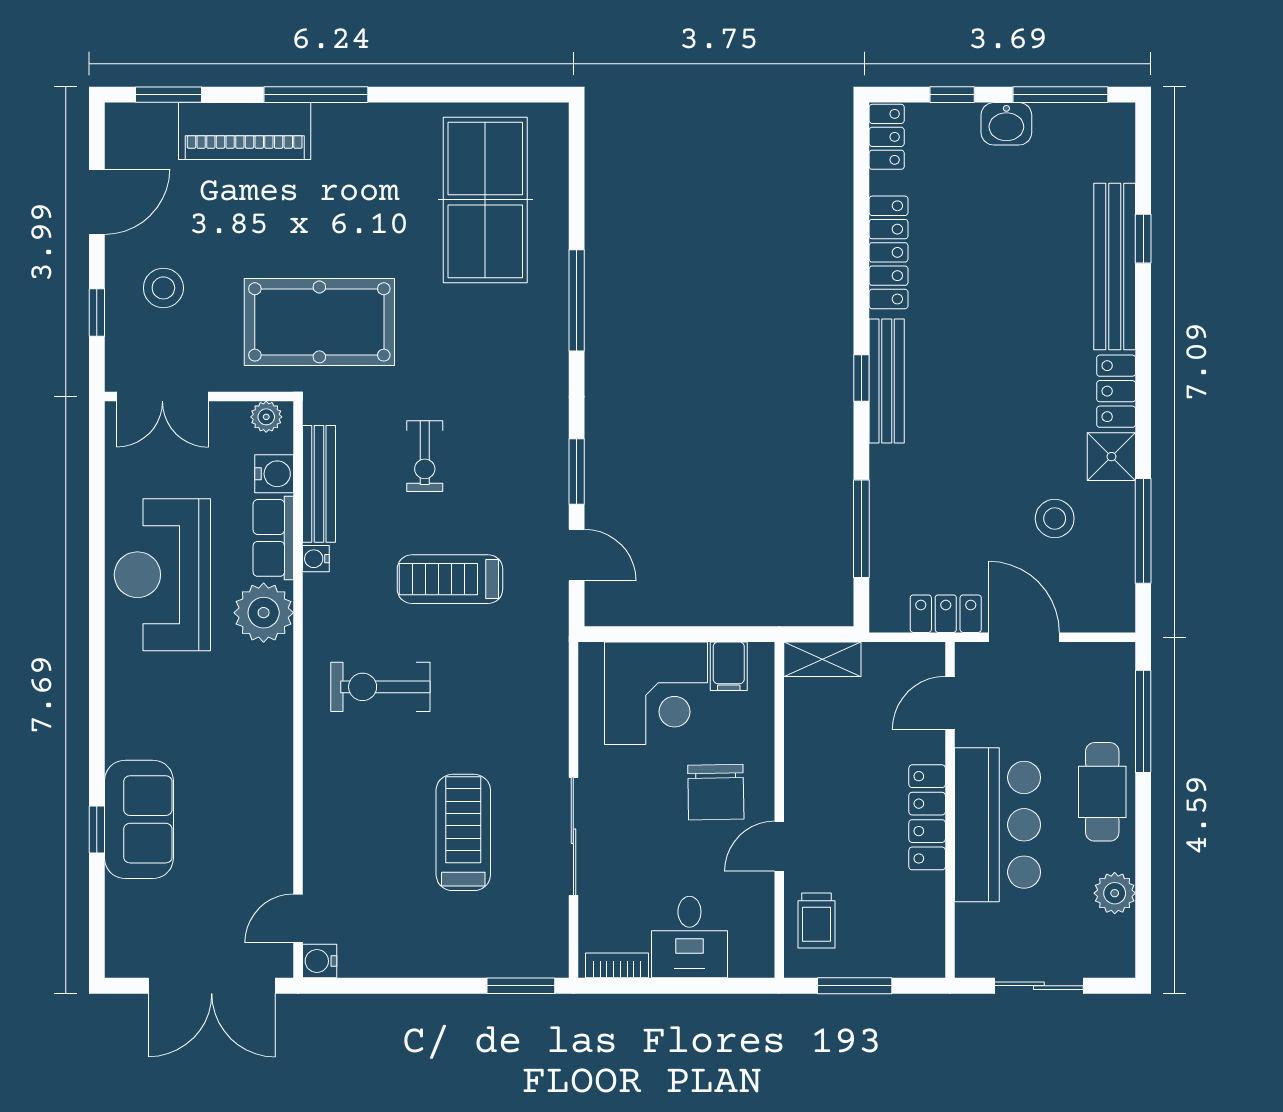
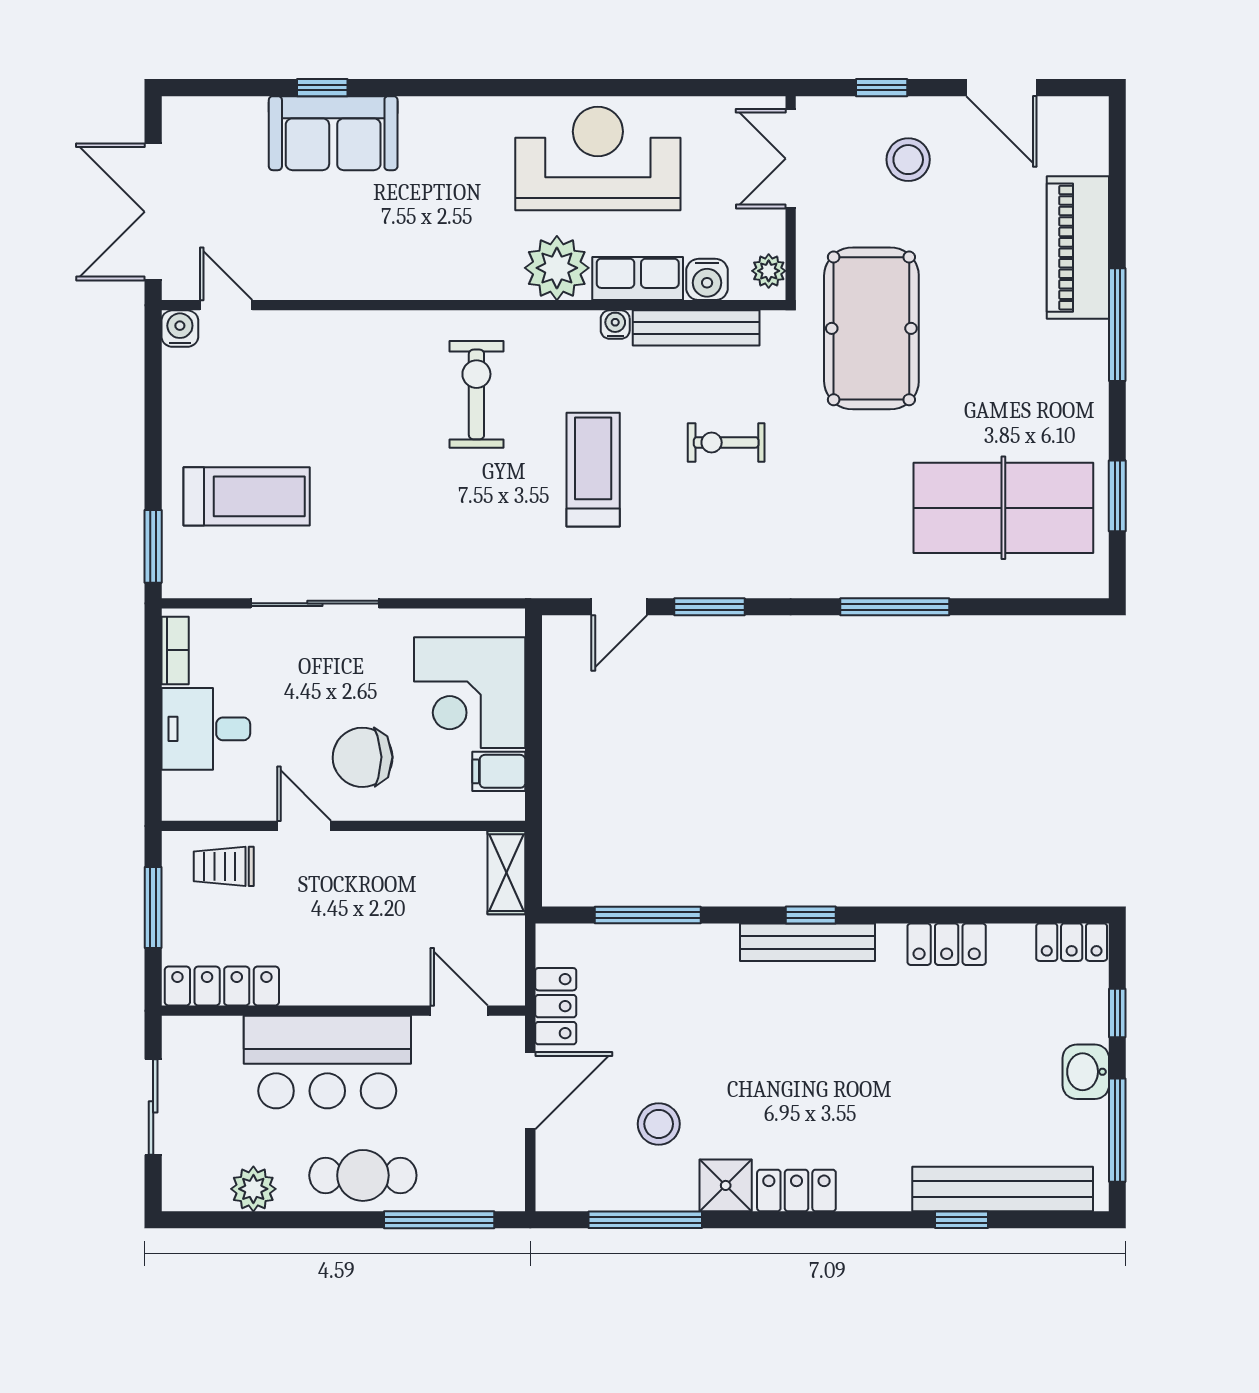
window: (169, 95) -> (1117, 496), moved
locker: (889, 252) -> (947, 944), width x0.66
bench: (1115, 266) -> (1003, 1189), moved
locker: (927, 817) -> (222, 986), moved
treadmill: (463, 832) -> (247, 496), moved

